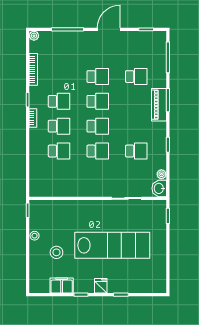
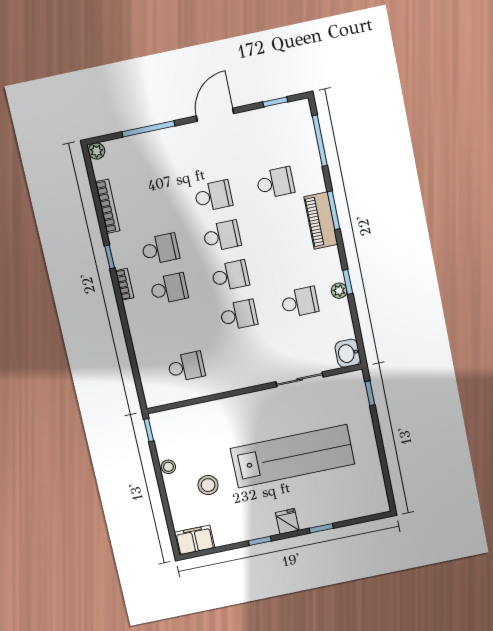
school desk: (59, 151) -> (186, 367), moved
plant: (161, 174) -> (339, 291), moved
filing cabinet: (62, 285) -> (195, 540), moved

